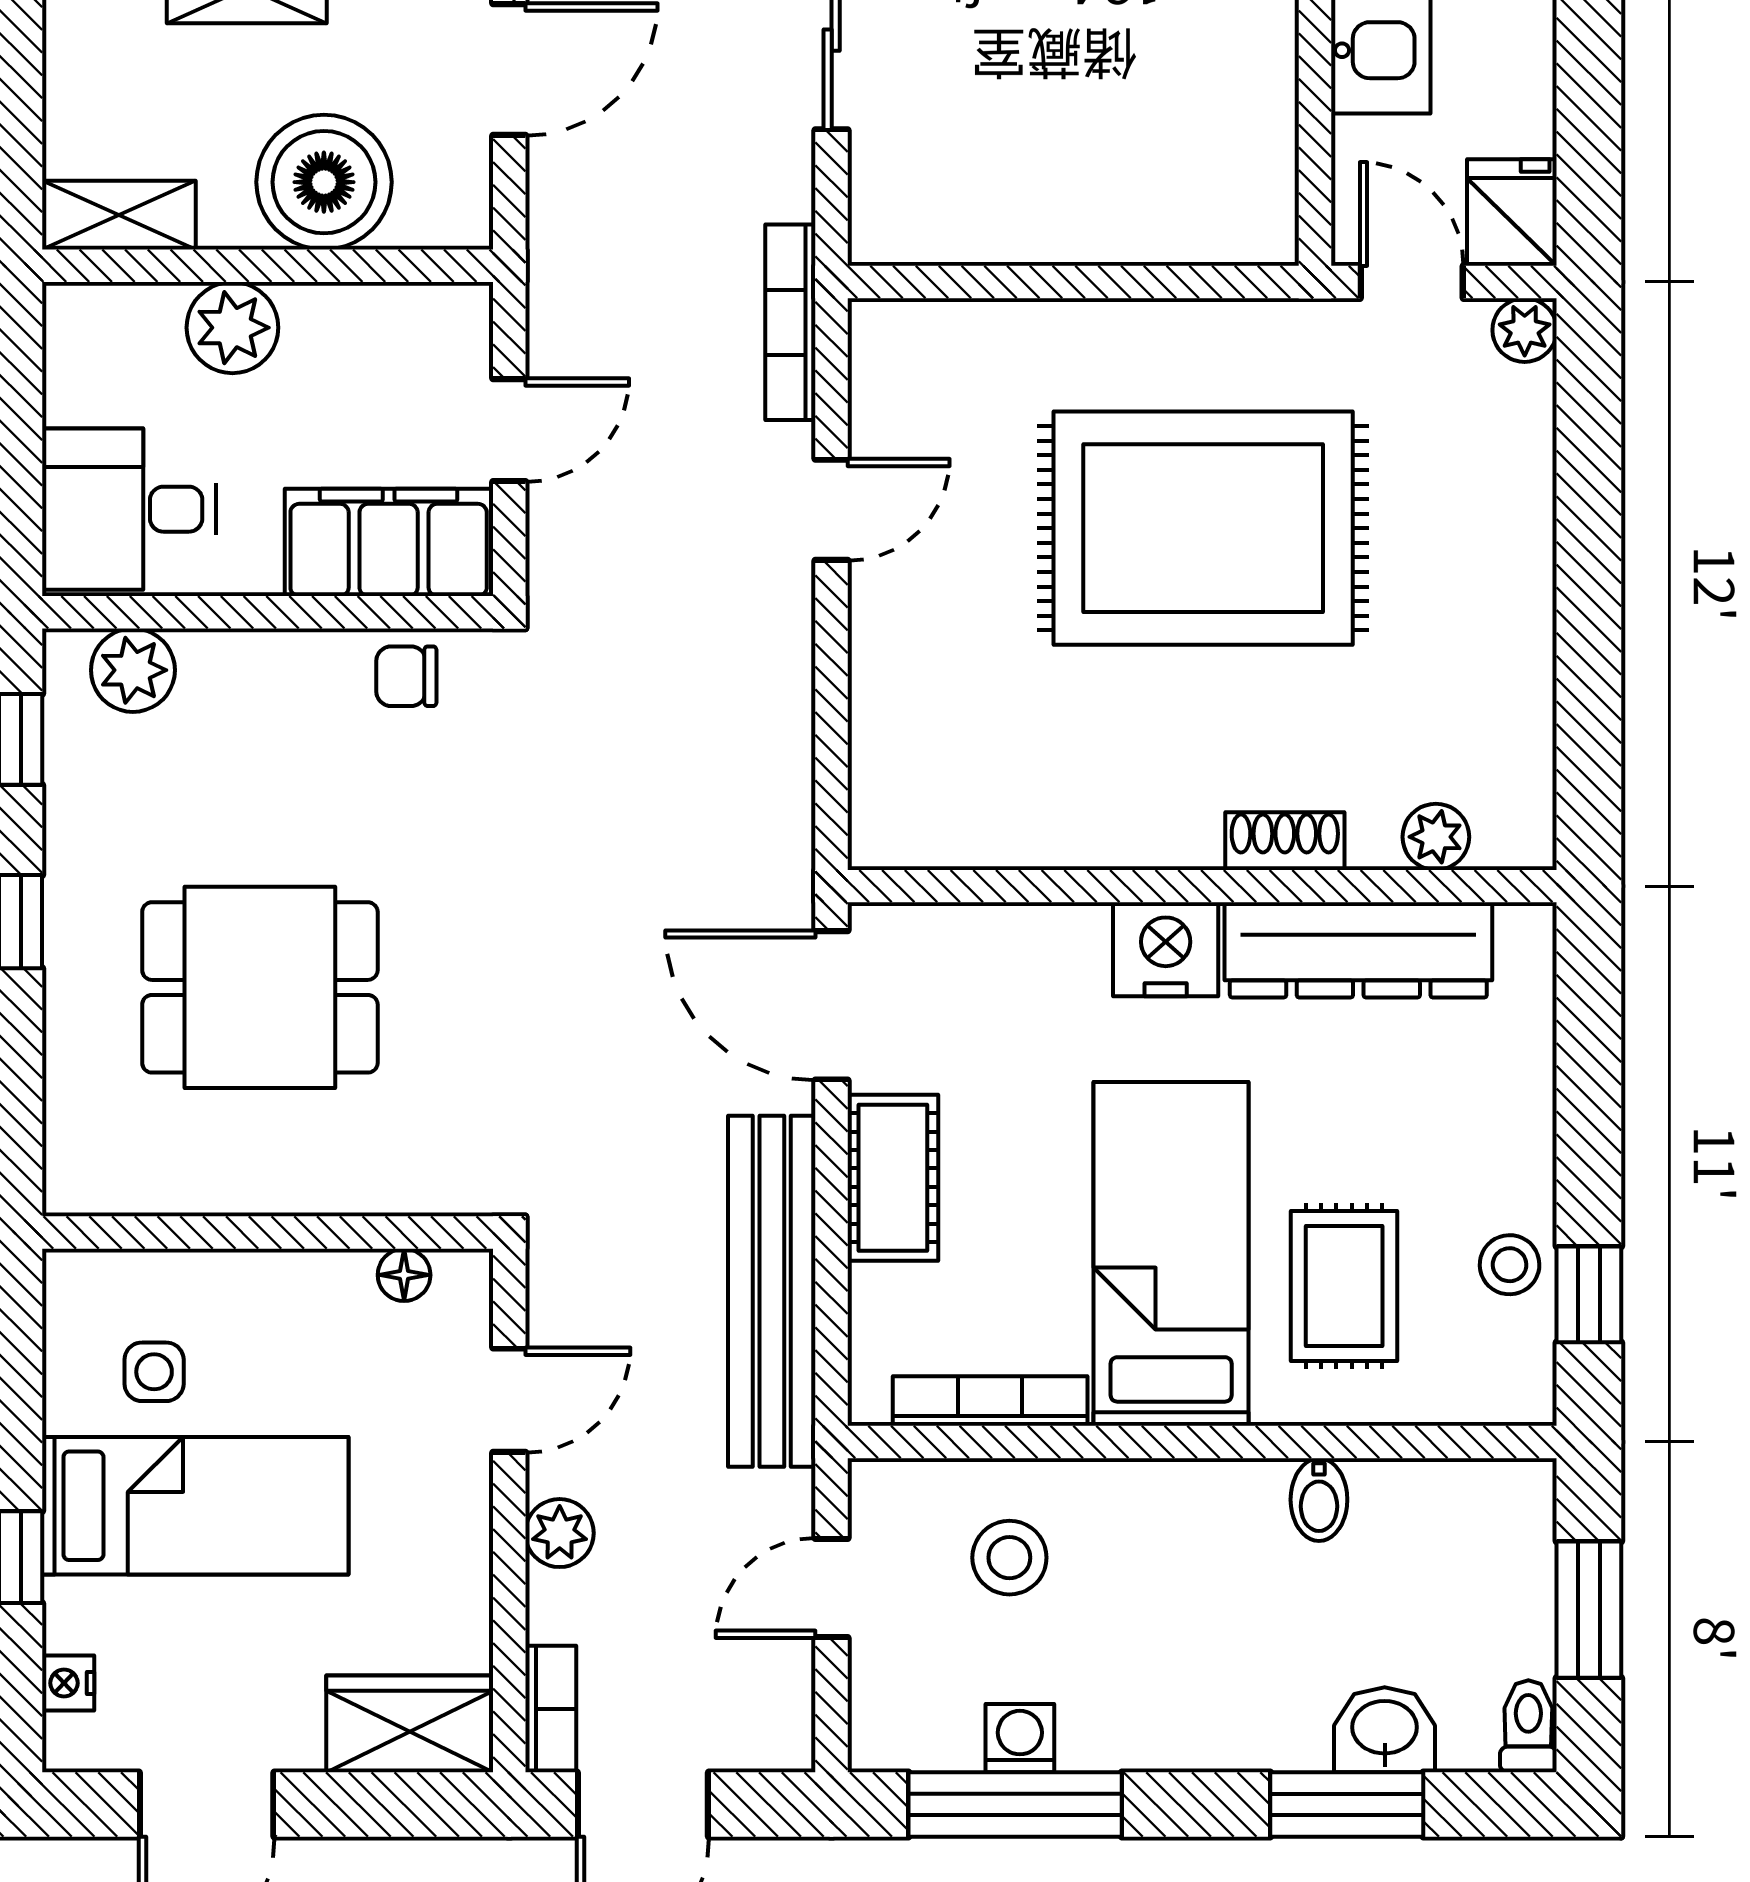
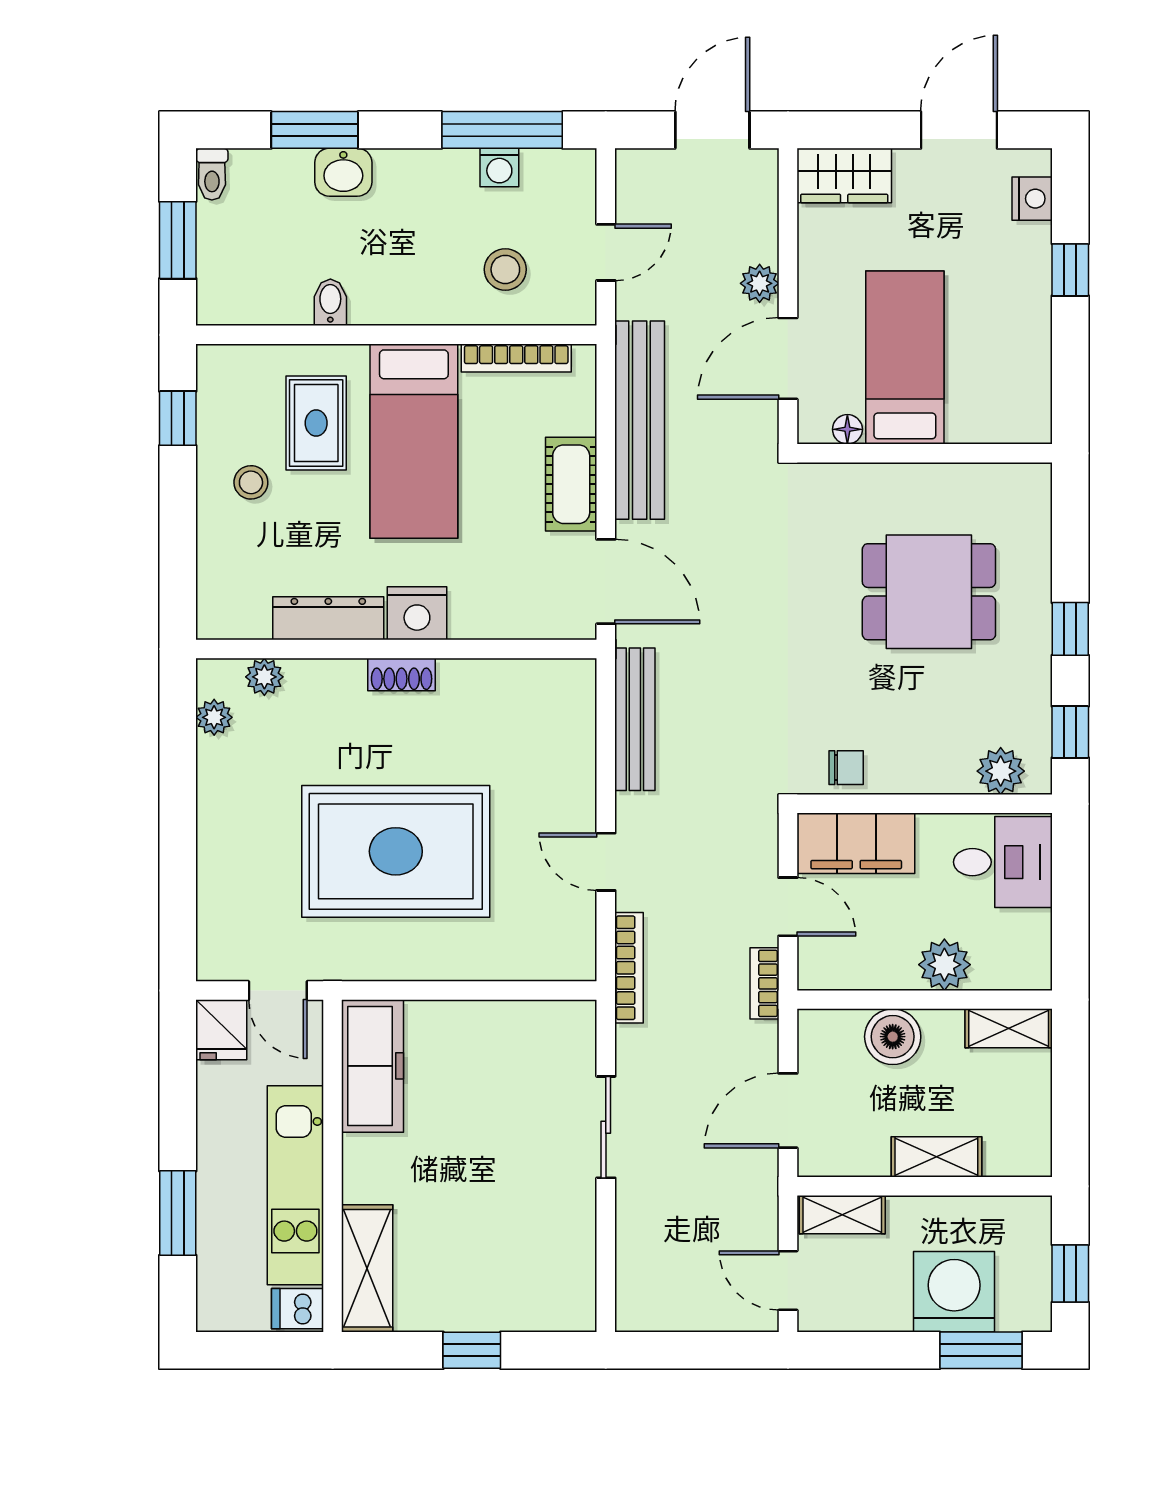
freezer: (1244, 148) -> (372, 1066), added
boiler: (324, 182) -> (893, 1037), width x0.73, depth x0.73
plant: (1525, 330) -> (214, 717), moved
door: (509, 430) -> (788, 907), swing flipped
door: (832, 510) -> (606, 862), hinge flipped
bench: (780, 762) -> (635, 719), added
shoe rack: (1285, 841) -> (402, 674), moved
dresser: (1358, 950) -> (328, 618), width x0.73, depth x0.80
stool: (1510, 1265) -> (251, 482), moved
side table: (154, 1372) -> (989, 375), removed
door: (509, 1400) -> (788, 358), width x1.38
bed: (195, 1506) -> (905, 358), moved, turned 90
nightstand: (68, 1683) -> (1032, 199), width x1.39, depth x1.35
bookcase: (551, 1709) -> (765, 983), moved
washbasin: (1385, 1730) -> (343, 172), moved

